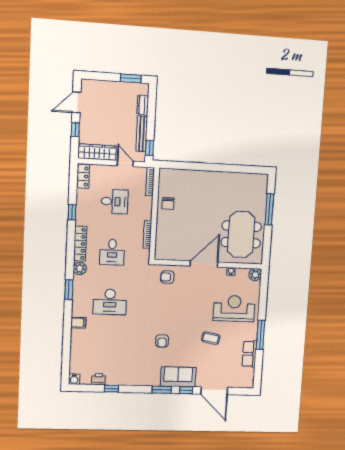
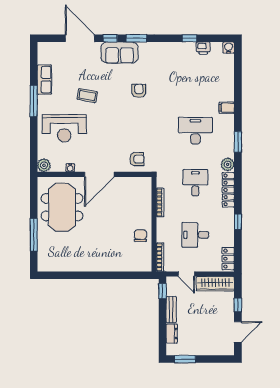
bench: (142, 134) -> (171, 310), width x0.73

